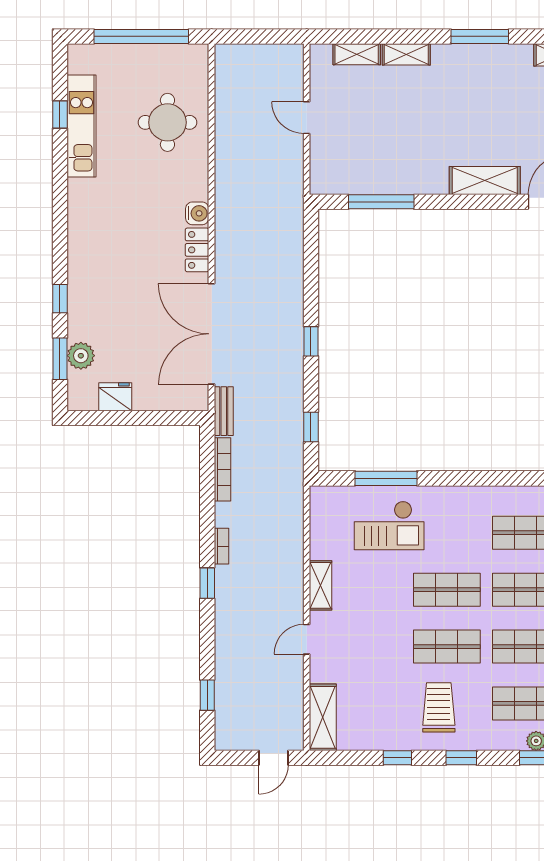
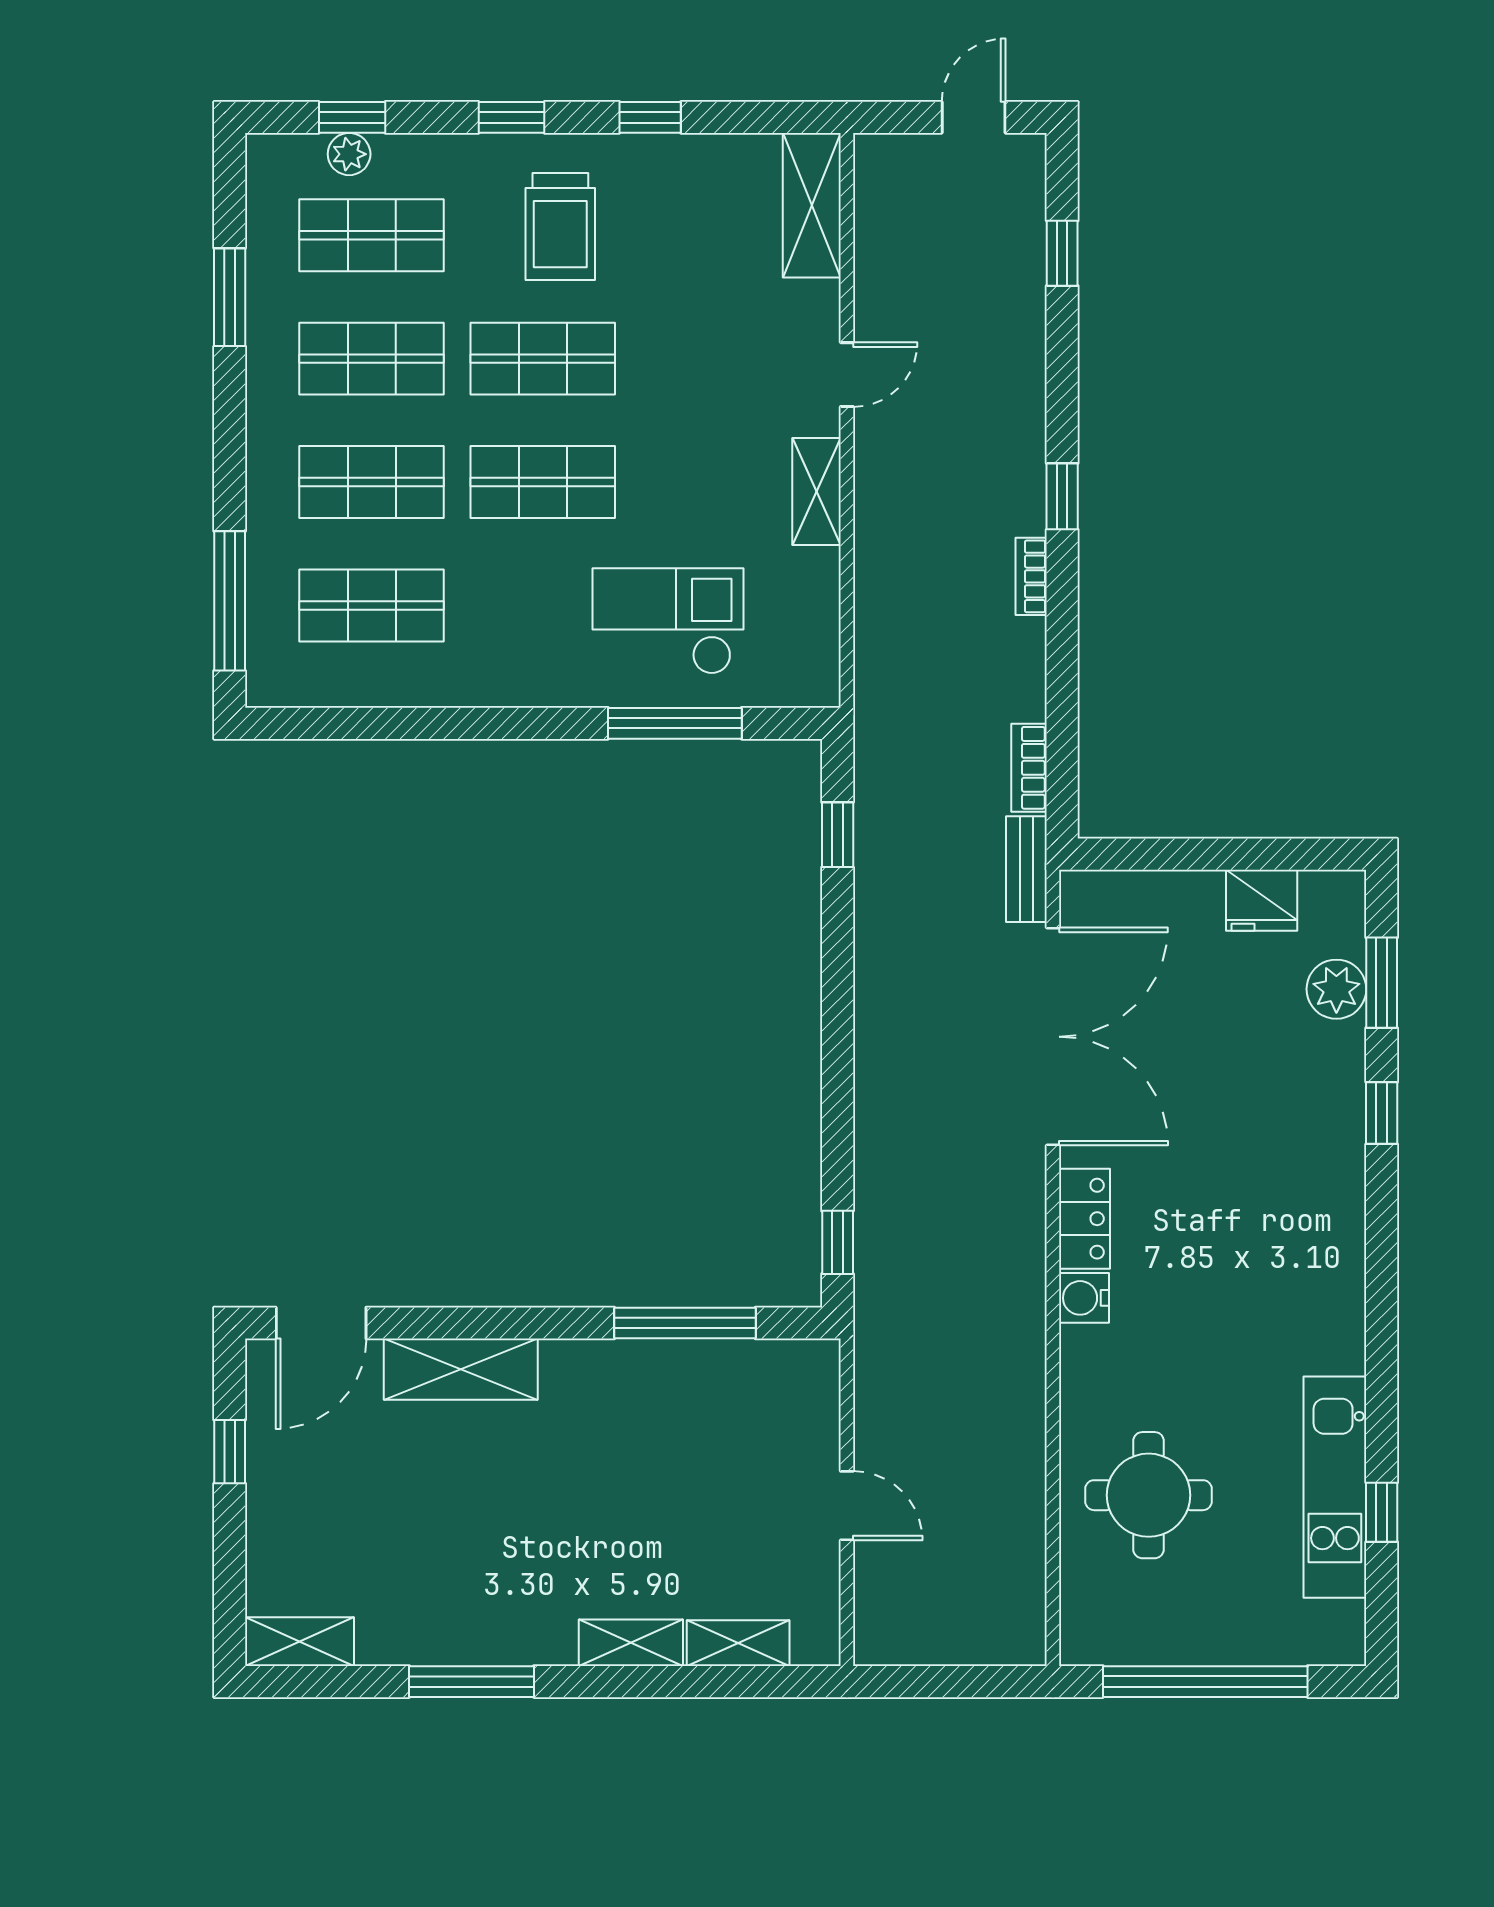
window: (311, 341) -> (838, 1242), moved
bookcase: (223, 469) -> (1029, 768), width x0.64
door: (273, 758) -> (974, 117), moved

